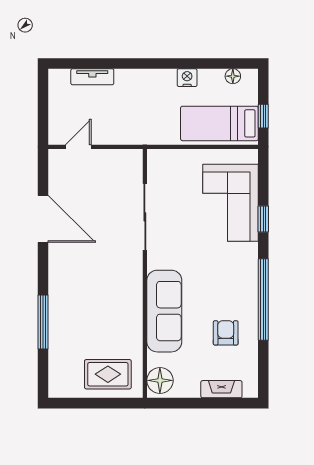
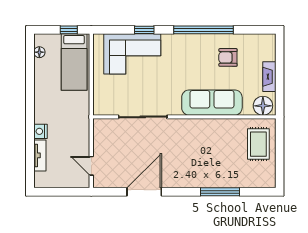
nightstand: (187, 78) -> (40, 131), moved
fireplace: (221, 389) -> (269, 77), moved

